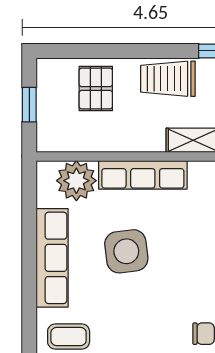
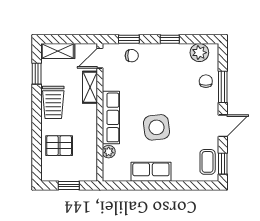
plant: (76, 181) -> (109, 152), width x0.53, depth x0.53
row of seats: (52, 258) -> (151, 172), width x0.68

